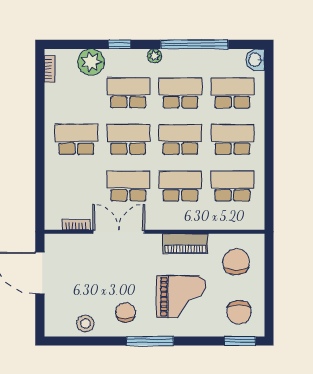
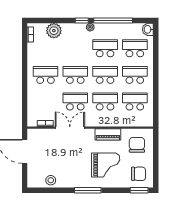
window: (120, 44) -> (82, 21), moved
school desk: (128, 93) -> (75, 48), removed
chair: (126, 312) -> (74, 174), removed
chair: (239, 312) -> (139, 174), turned -88

